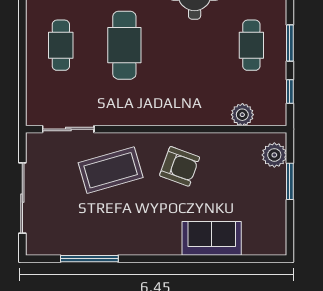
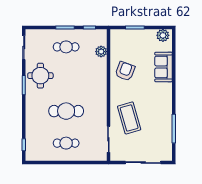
plant: (274, 155) -> (163, 35), moved
armchair: (180, 166) -> (125, 71), moved

